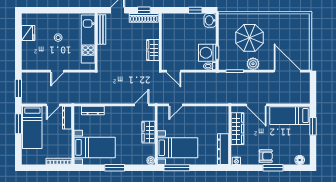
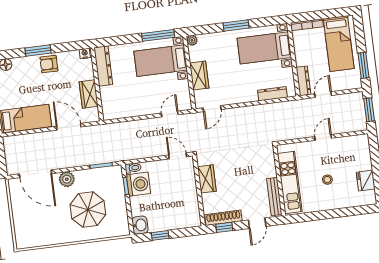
plant: (253, 64) -> (67, 179), moved
bed: (32, 127) -> (339, 44), moved, turned 180
wardrobe: (237, 129) -> (89, 94), width x0.67

